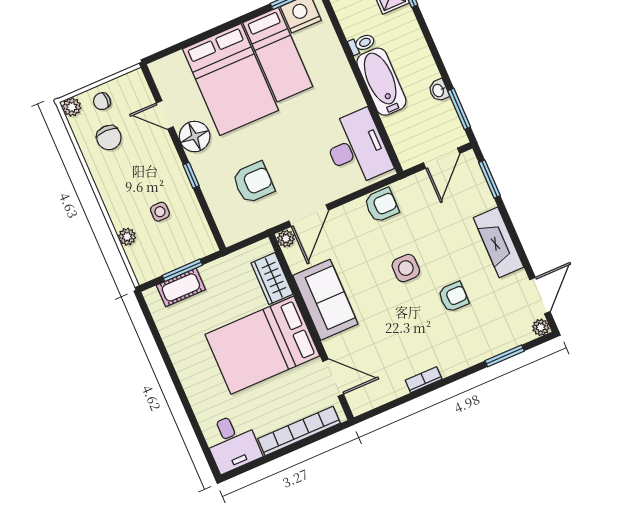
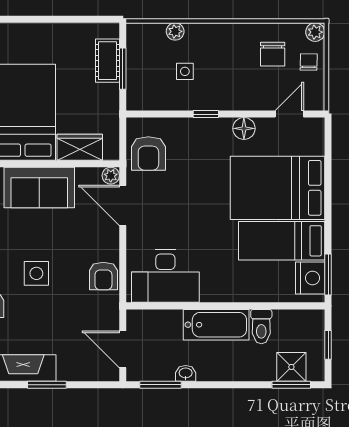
toilet: (362, 44) -> (261, 327), width x1.37, depth x1.39
door: (165, 115) -> (289, 114), moved
floor lamp: (195, 136) -> (244, 128), width x0.73, depth x0.73
chair: (109, 138) -> (273, 54), turned -90
window: (490, 179) -> (47, 385), moved
armchair: (253, 182) -> (148, 153), moved

